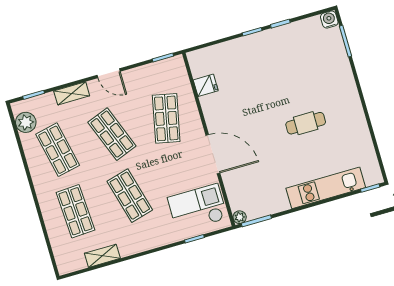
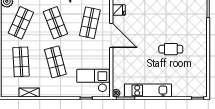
shop shelf: (58, 150) -> (21, 23), turned 36
door: (213, 154) -> (111, 35), moved
kitchen unit: (326, 188) -> (148, 90), moved

